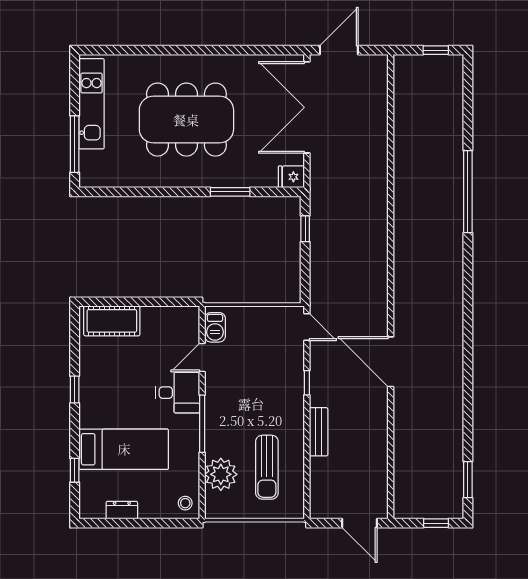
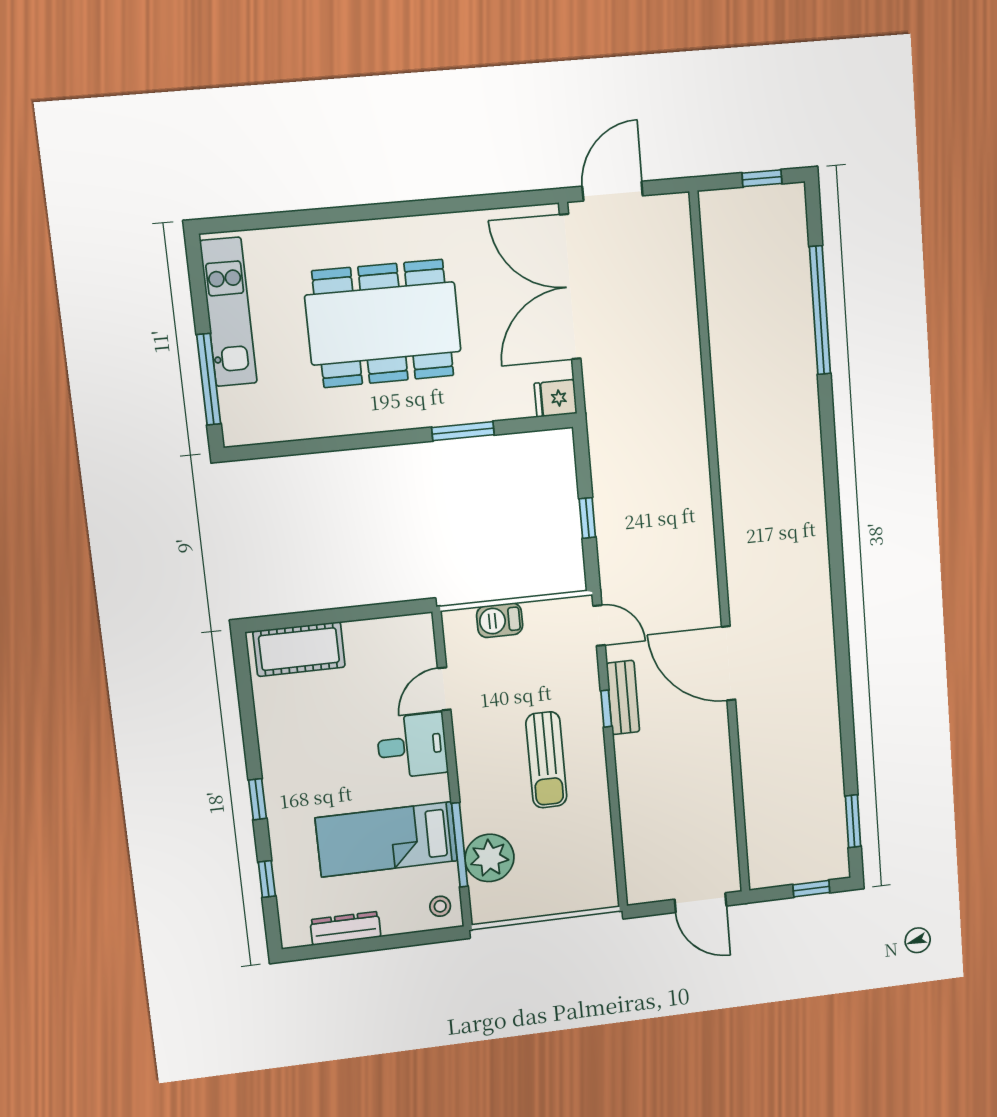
window: (468, 192) -> (820, 310), moved
window: (305, 229) -> (587, 518), moved
barbecue: (215, 327) -> (500, 620), moved, turned 90
window: (75, 389) -> (257, 799), moved
window: (202, 424) -> (460, 845), moved
bench: (319, 432) -> (623, 698), moved
bed: (124, 449) -> (387, 839), moved, turned 180
sun lounger: (267, 467) -> (546, 760), moved
dresser: (122, 510) -> (345, 928), width x1.44

